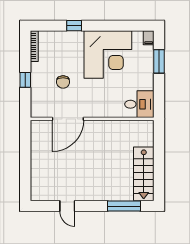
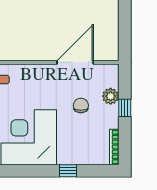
plant: (37, 90) -> (111, 96), added

